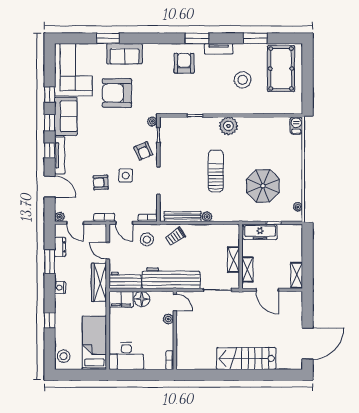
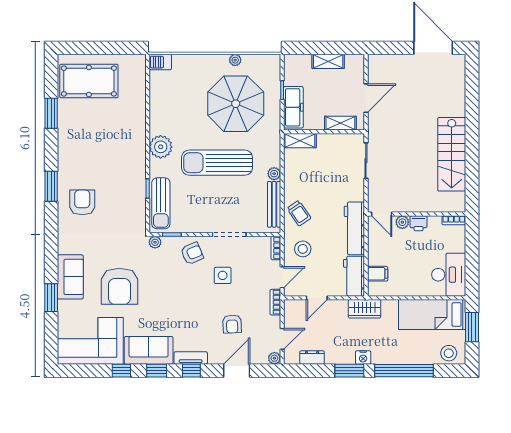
tv unit: (219, 49) -> (64, 159), removed
armchair: (184, 63) -> (82, 202), turned 90
stool: (243, 80) -> (103, 129), removed
sun lounger: (183, 126) -> (161, 203), added
tv unit: (60, 155) -> (191, 358), width x0.71
sun lounger: (216, 171) -> (217, 163), width x1.36, depth x1.34
armchair: (101, 183) -> (232, 324), moved
parasol: (263, 186) -> (236, 104), width x1.36, depth x1.36
plant: (298, 207) -> (235, 60), moved
shelving: (233, 260) -> (300, 141), moved
window: (50, 262) -> (349, 371), moved
shelving: (297, 275) -> (328, 61), moved
workbench: (171, 278) -> (354, 228), width x0.73, depth x0.76
wardrobe: (99, 282) -> (365, 309), width x0.67
filing cabinet: (121, 299) -> (378, 274), width x0.50
floor lamp: (142, 299) -> (377, 255), removed
door: (175, 302) -> (382, 214), swing flipped
window: (50, 320) -> (404, 371), width x3.17
printer: (167, 332) -> (419, 223), added
stairs: (246, 359) -> (452, 154), moved
window: (84, 375) -> (472, 327), added

